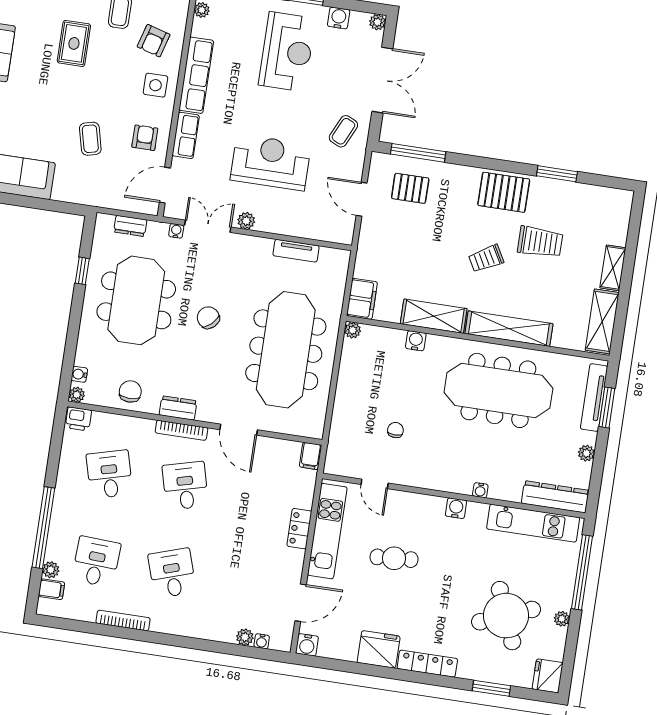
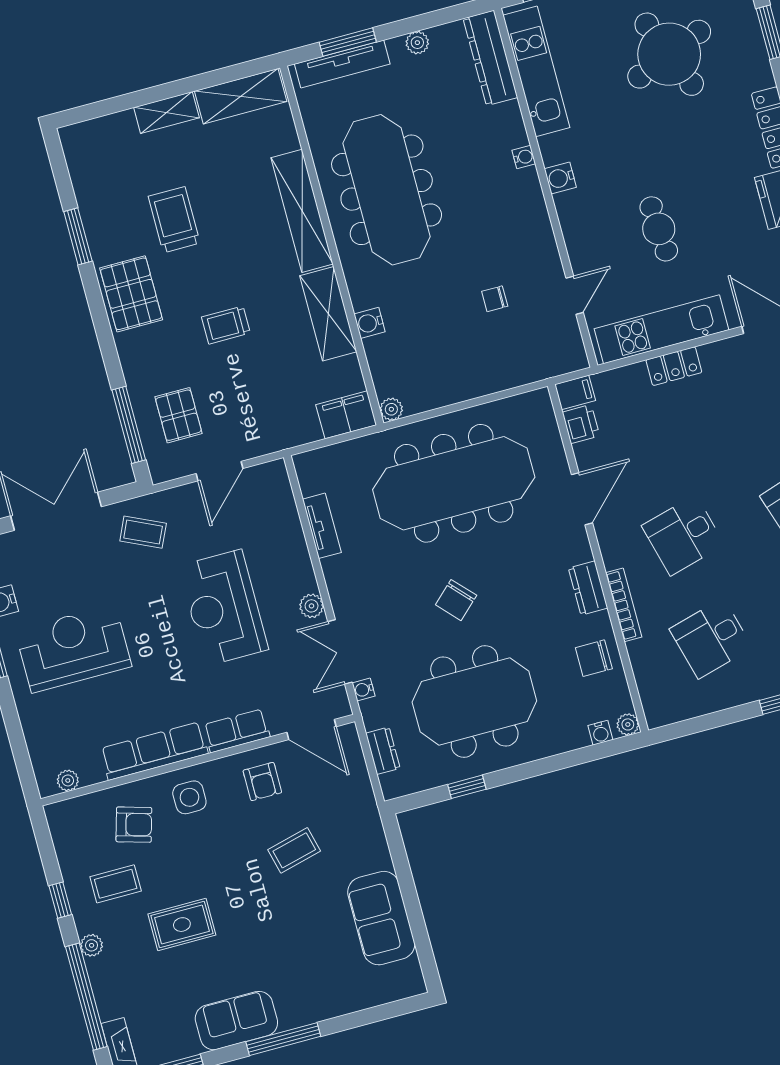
armchair: (145, 138) -> (262, 782), turned -90
trolley: (486, 258) -> (226, 325), moved, turned 119
printer: (78, 419) -> (581, 424), moved
bookcase: (181, 430) -> (624, 605), moved

